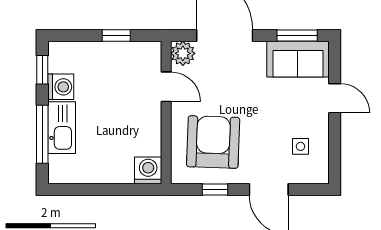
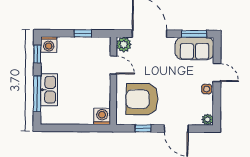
washing machine: (61, 87) -> (49, 44), moved, turned 90
armchair: (213, 142) -> (142, 99), turned -92
side table: (300, 146) -> (207, 89), moved
plant: (320, 175) -> (208, 120), added

